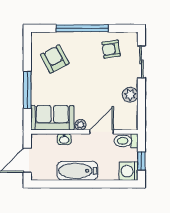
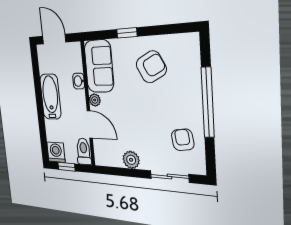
armchair: (55, 59) -> (151, 67), moved
window: (27, 90) -> (127, 33), width x0.46

